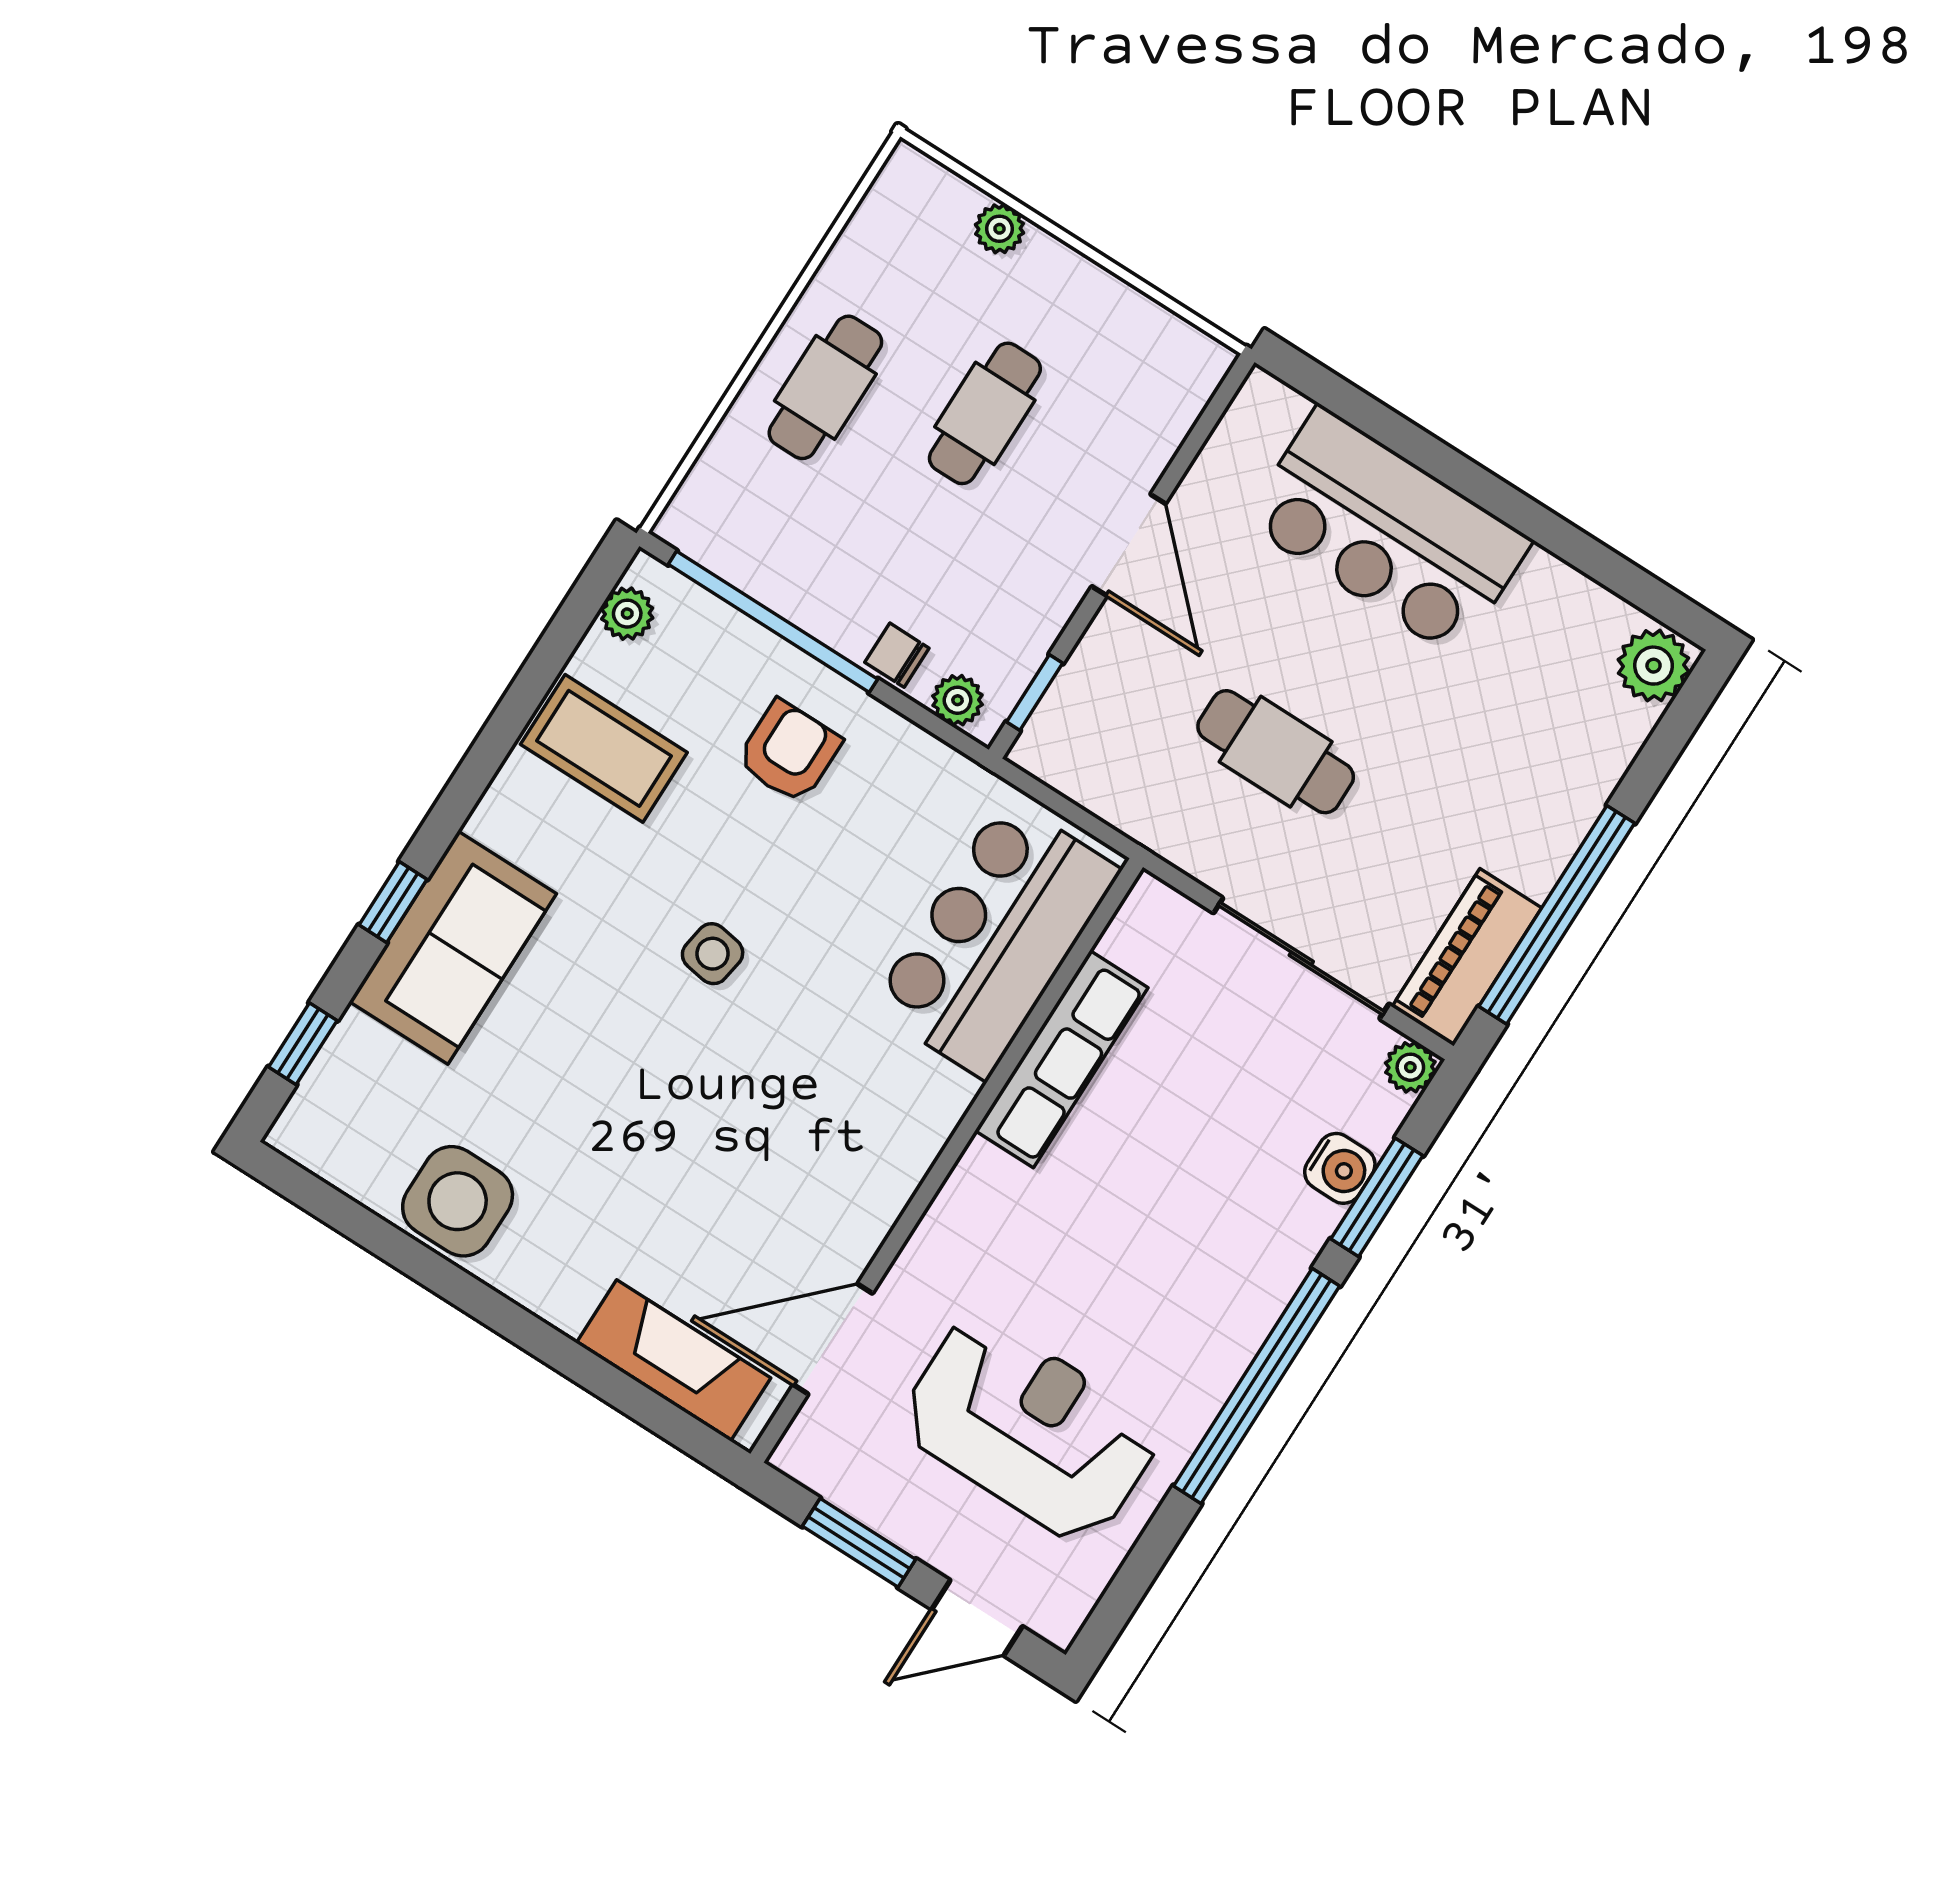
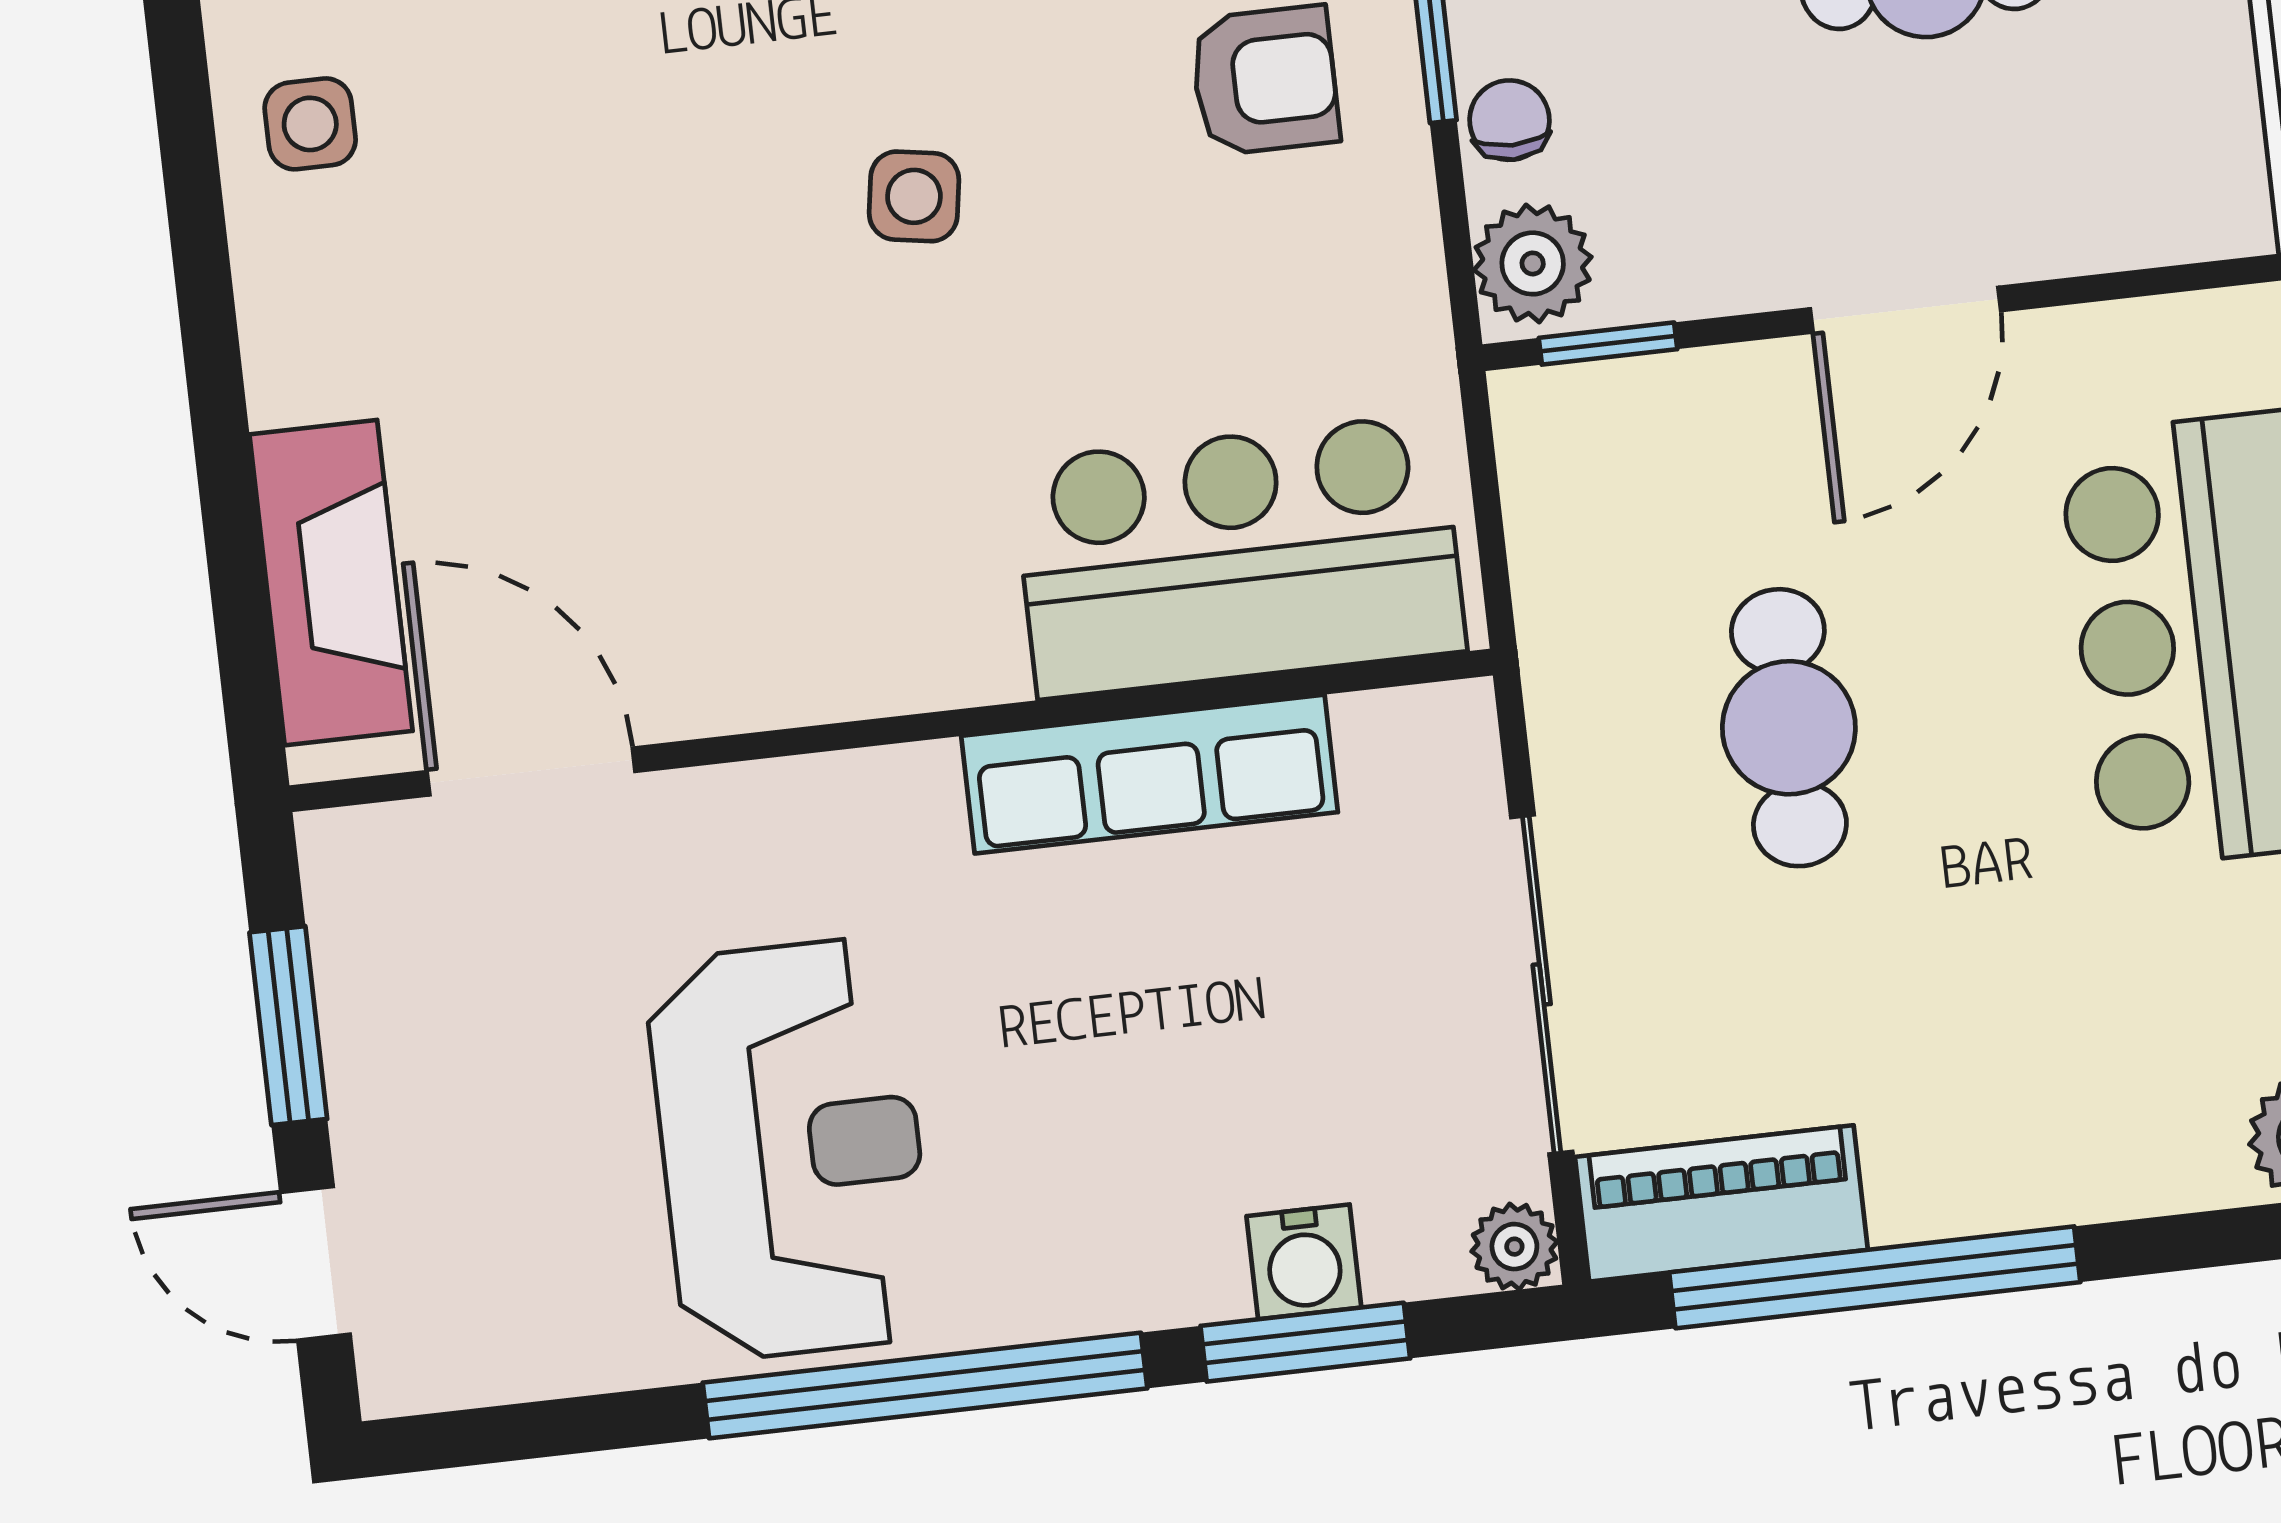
plant: (958, 700) -> (1533, 263), width x1.38, depth x1.38
side table: (458, 1201) -> (310, 124), width x0.54, depth x0.54
reception desk: (1030, 1429) -> (791, 1149), moved

